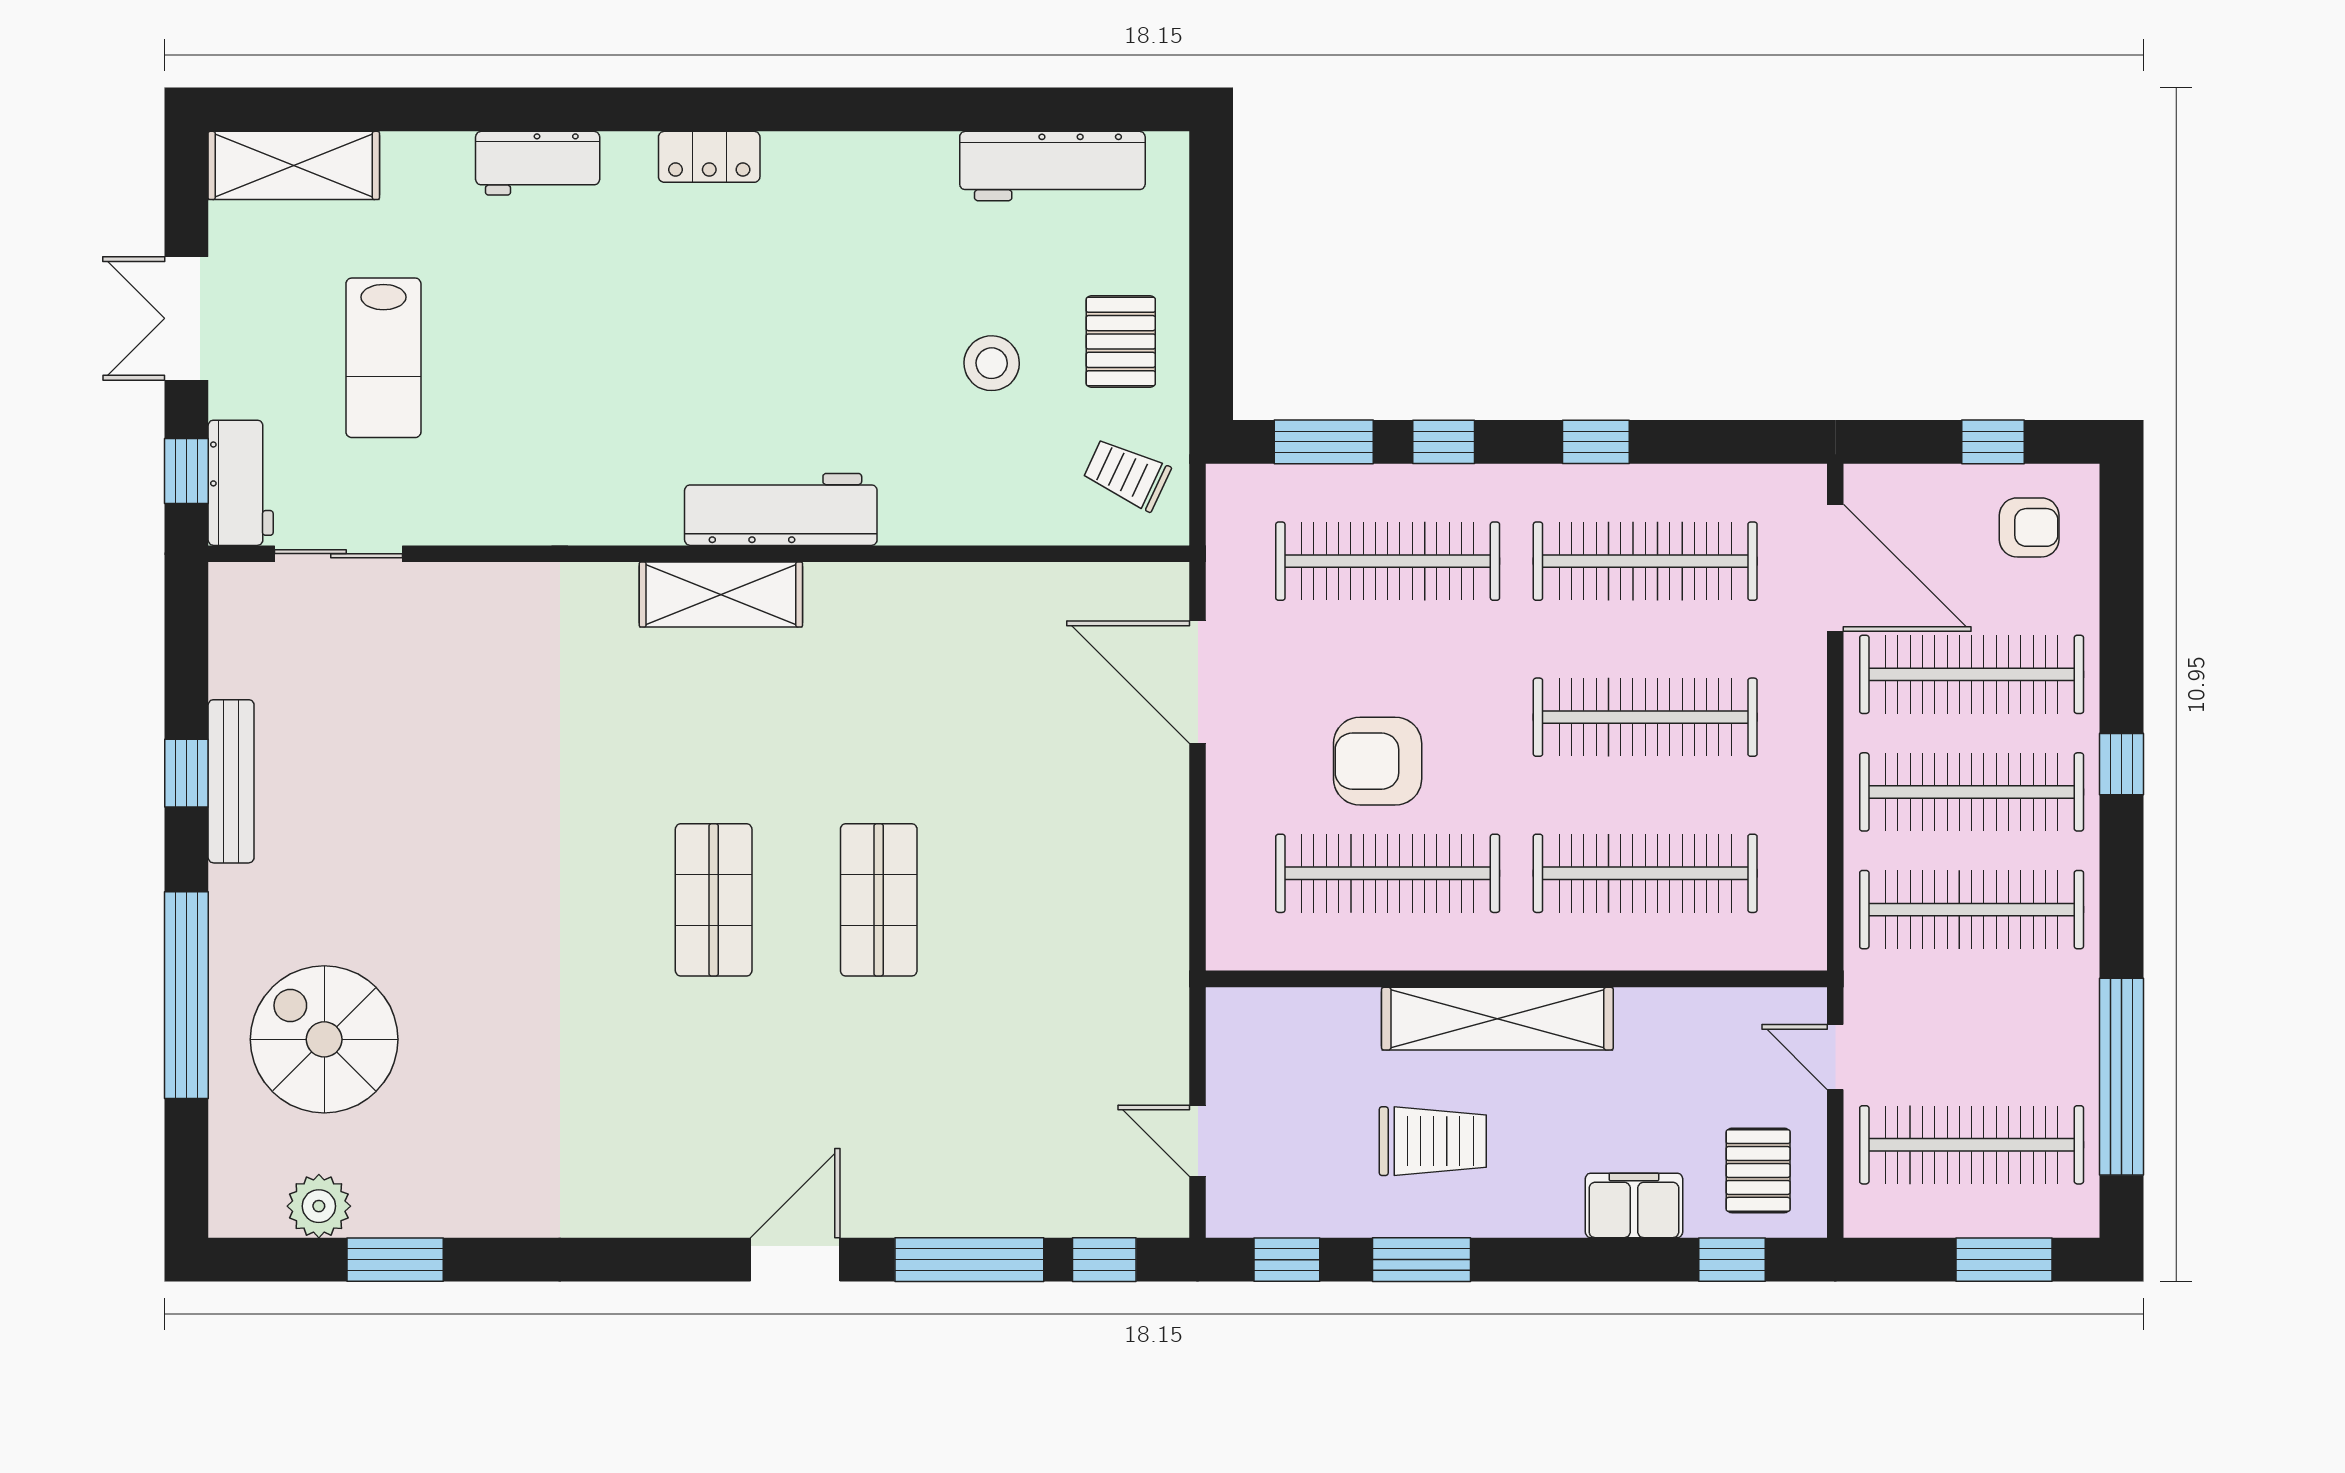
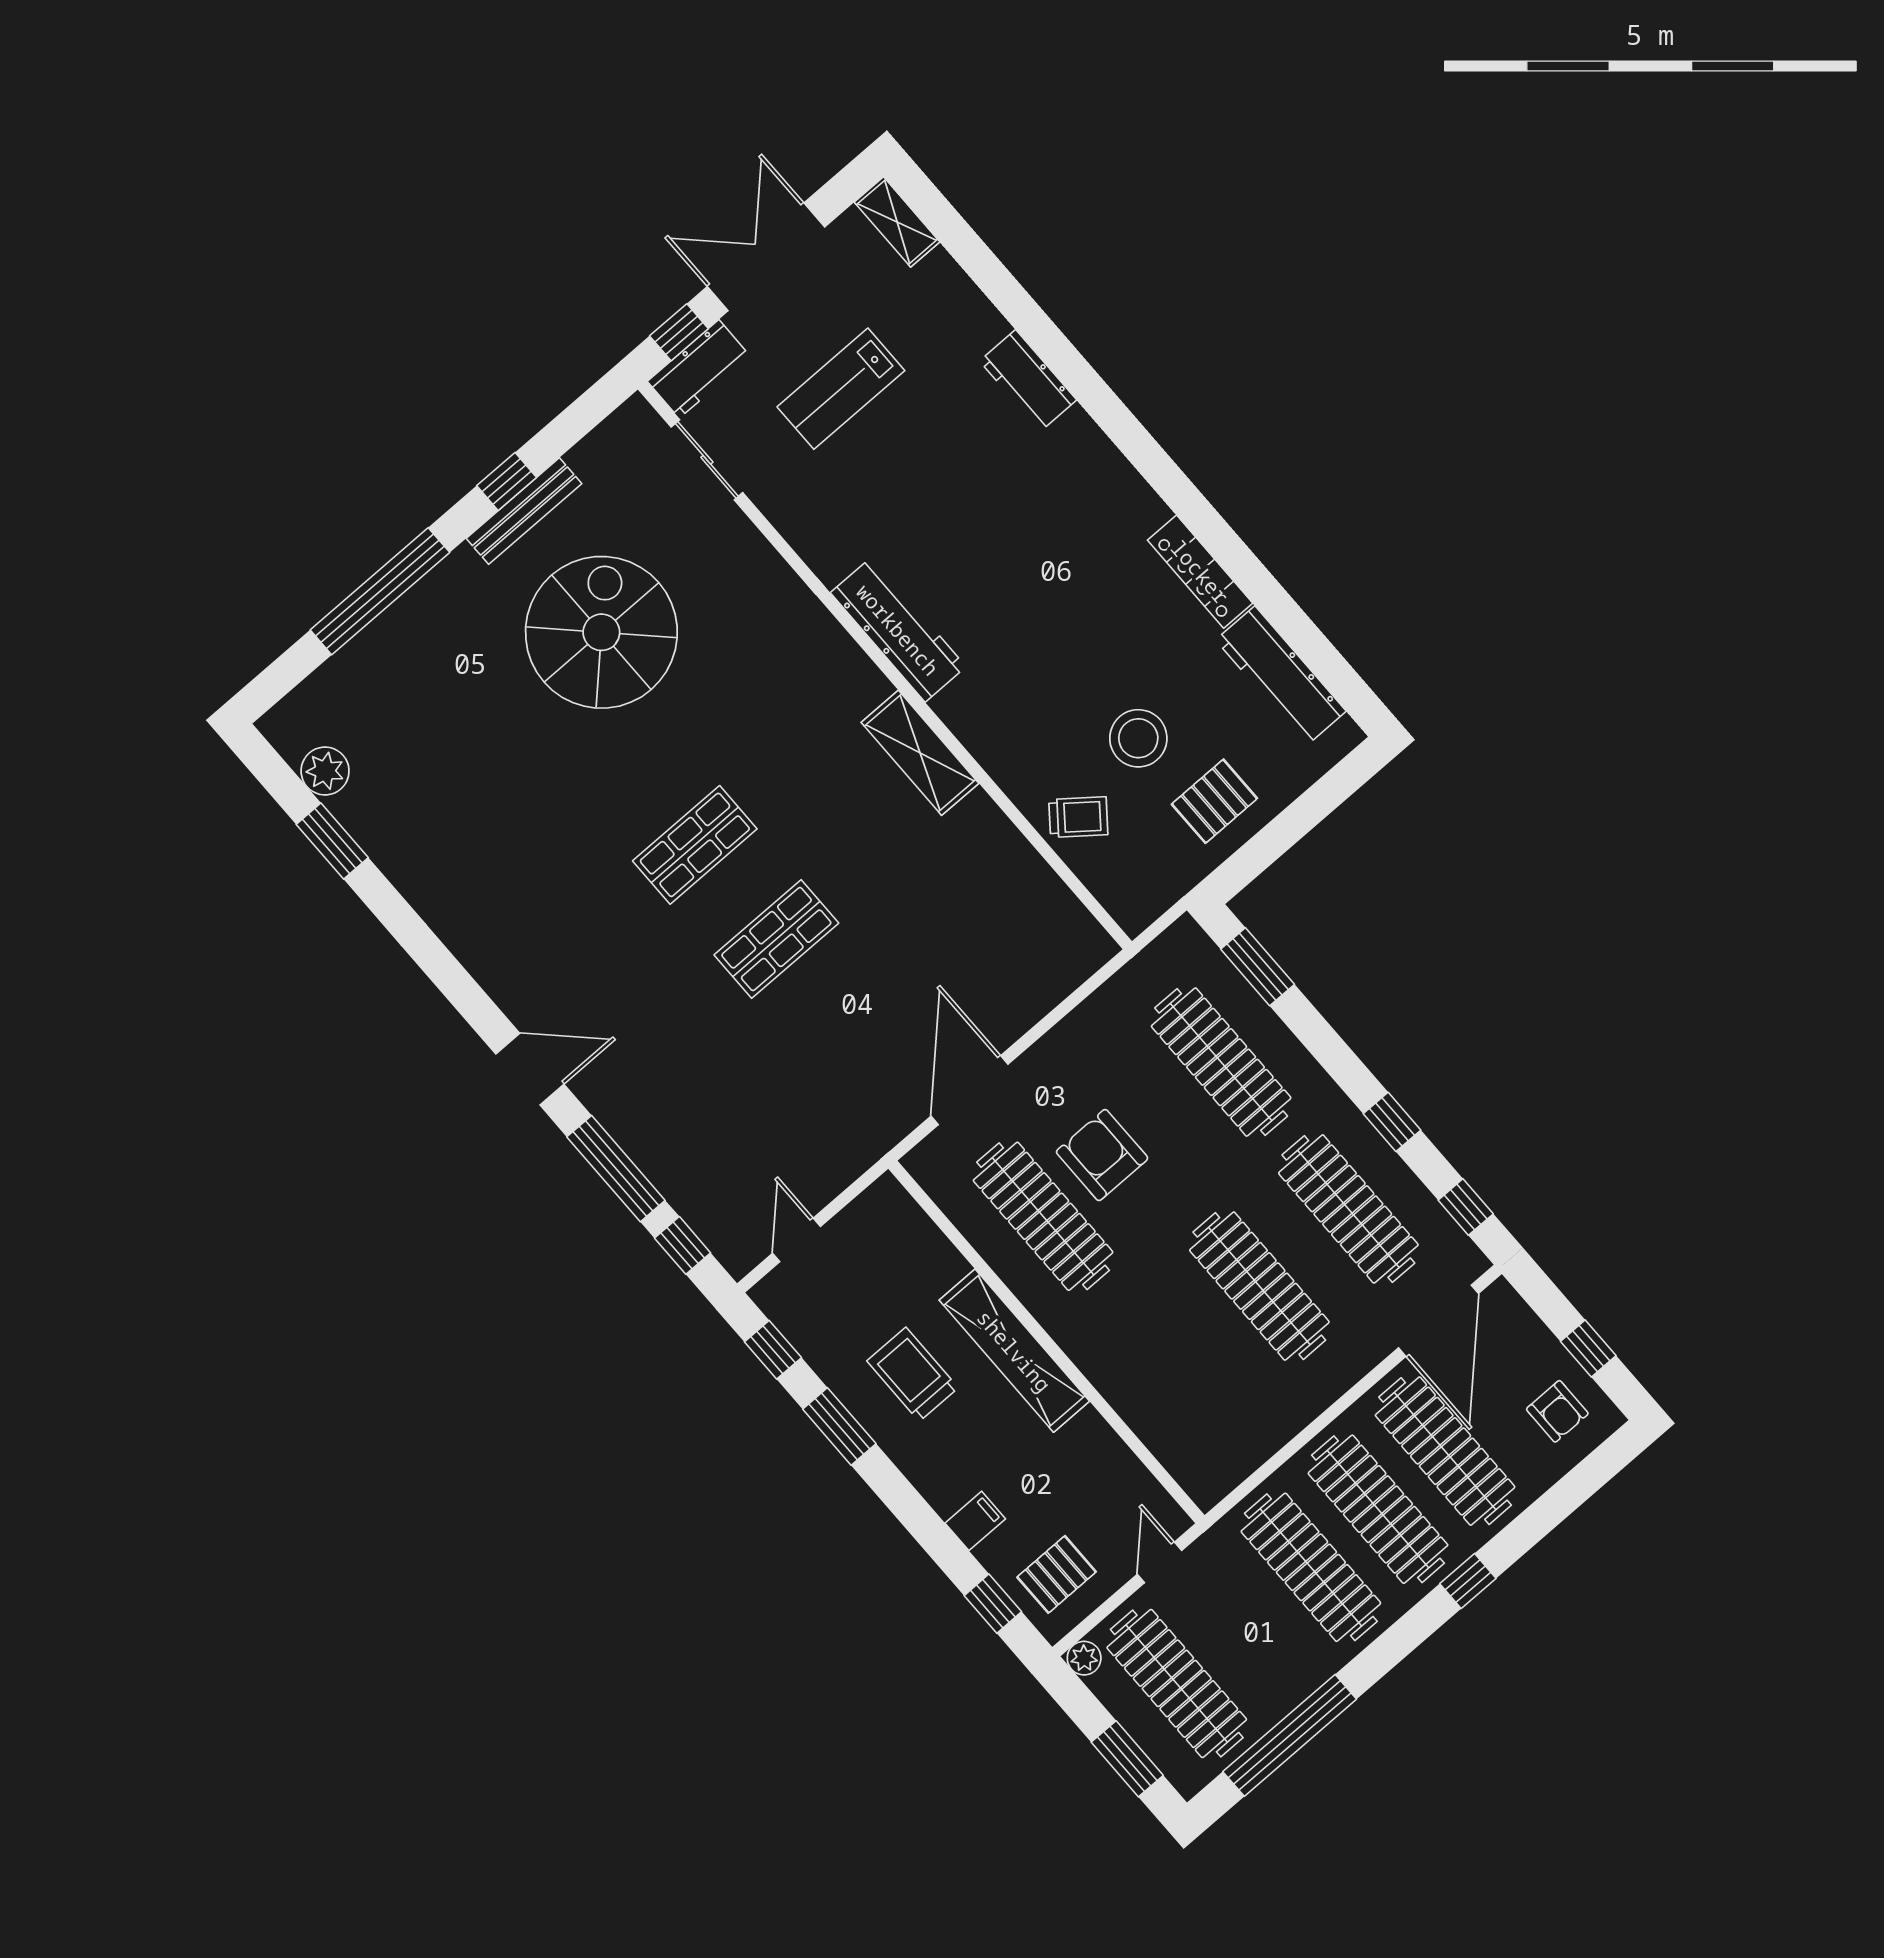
locker: (709, 157) -> (1200, 572), moved, width x1.53
shelving: (294, 165) -> (897, 222), width x0.67, depth x0.75
double door: (186, 318) -> (766, 257), width x1.37
stool: (992, 363) -> (1138, 738), width x1.38, depth x1.38
window: (1444, 442) -> (1466, 1207), moved
trolley: (1127, 474) -> (1078, 817), moved, turned 103
workbench: (781, 509) -> (898, 630), moved
shelving: (721, 594) -> (920, 753), moved
door: (1198, 682) -> (969, 1090), moved
clothes rail: (1645, 873) -> (1170, 1363), removed
spiral stairs: (324, 1039) -> (601, 632), moved, width x1.37, depth x1.37
trolley: (1433, 1141) -> (913, 1374), turned 180
filing cabinet: (1634, 1205) -> (975, 1521), width x0.50
plant: (1866, 1216) -> (1084, 1658), added

